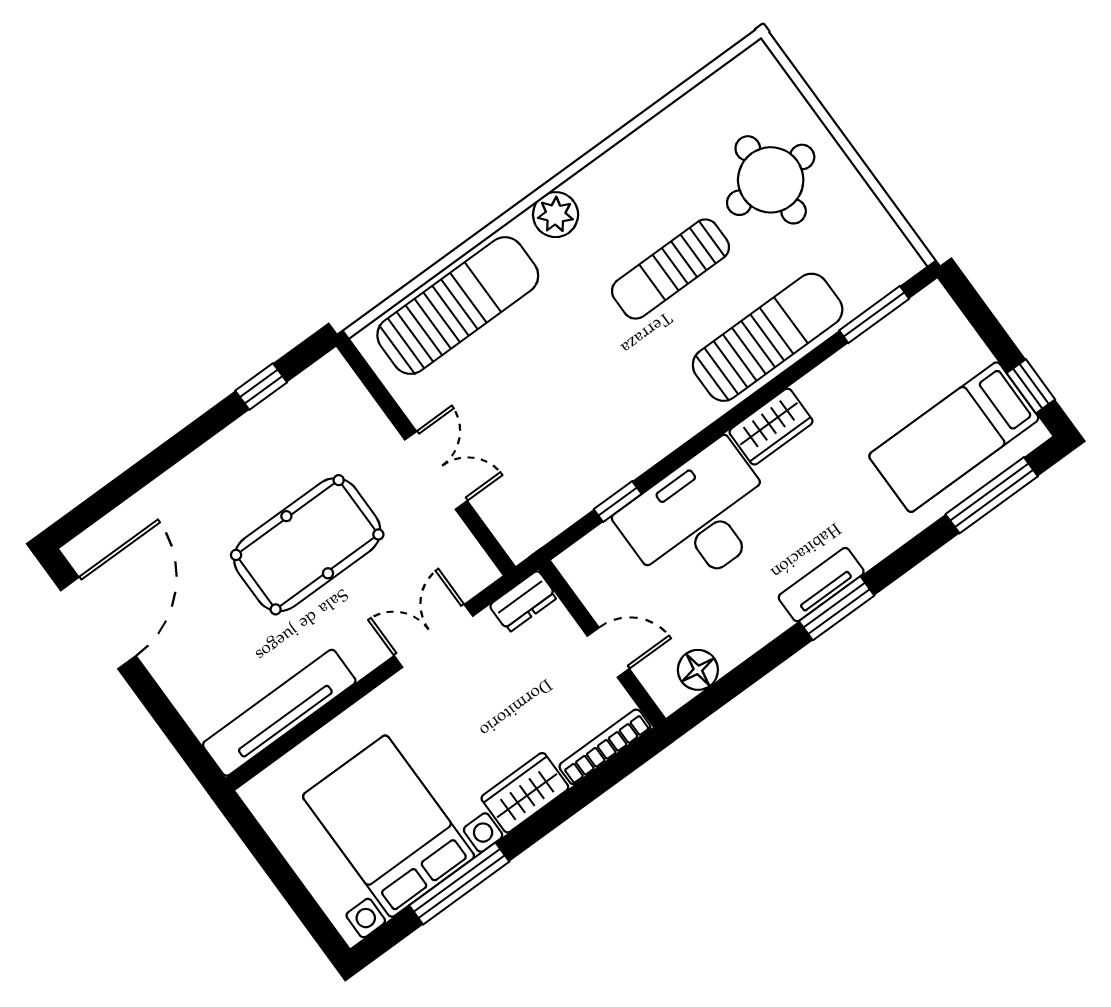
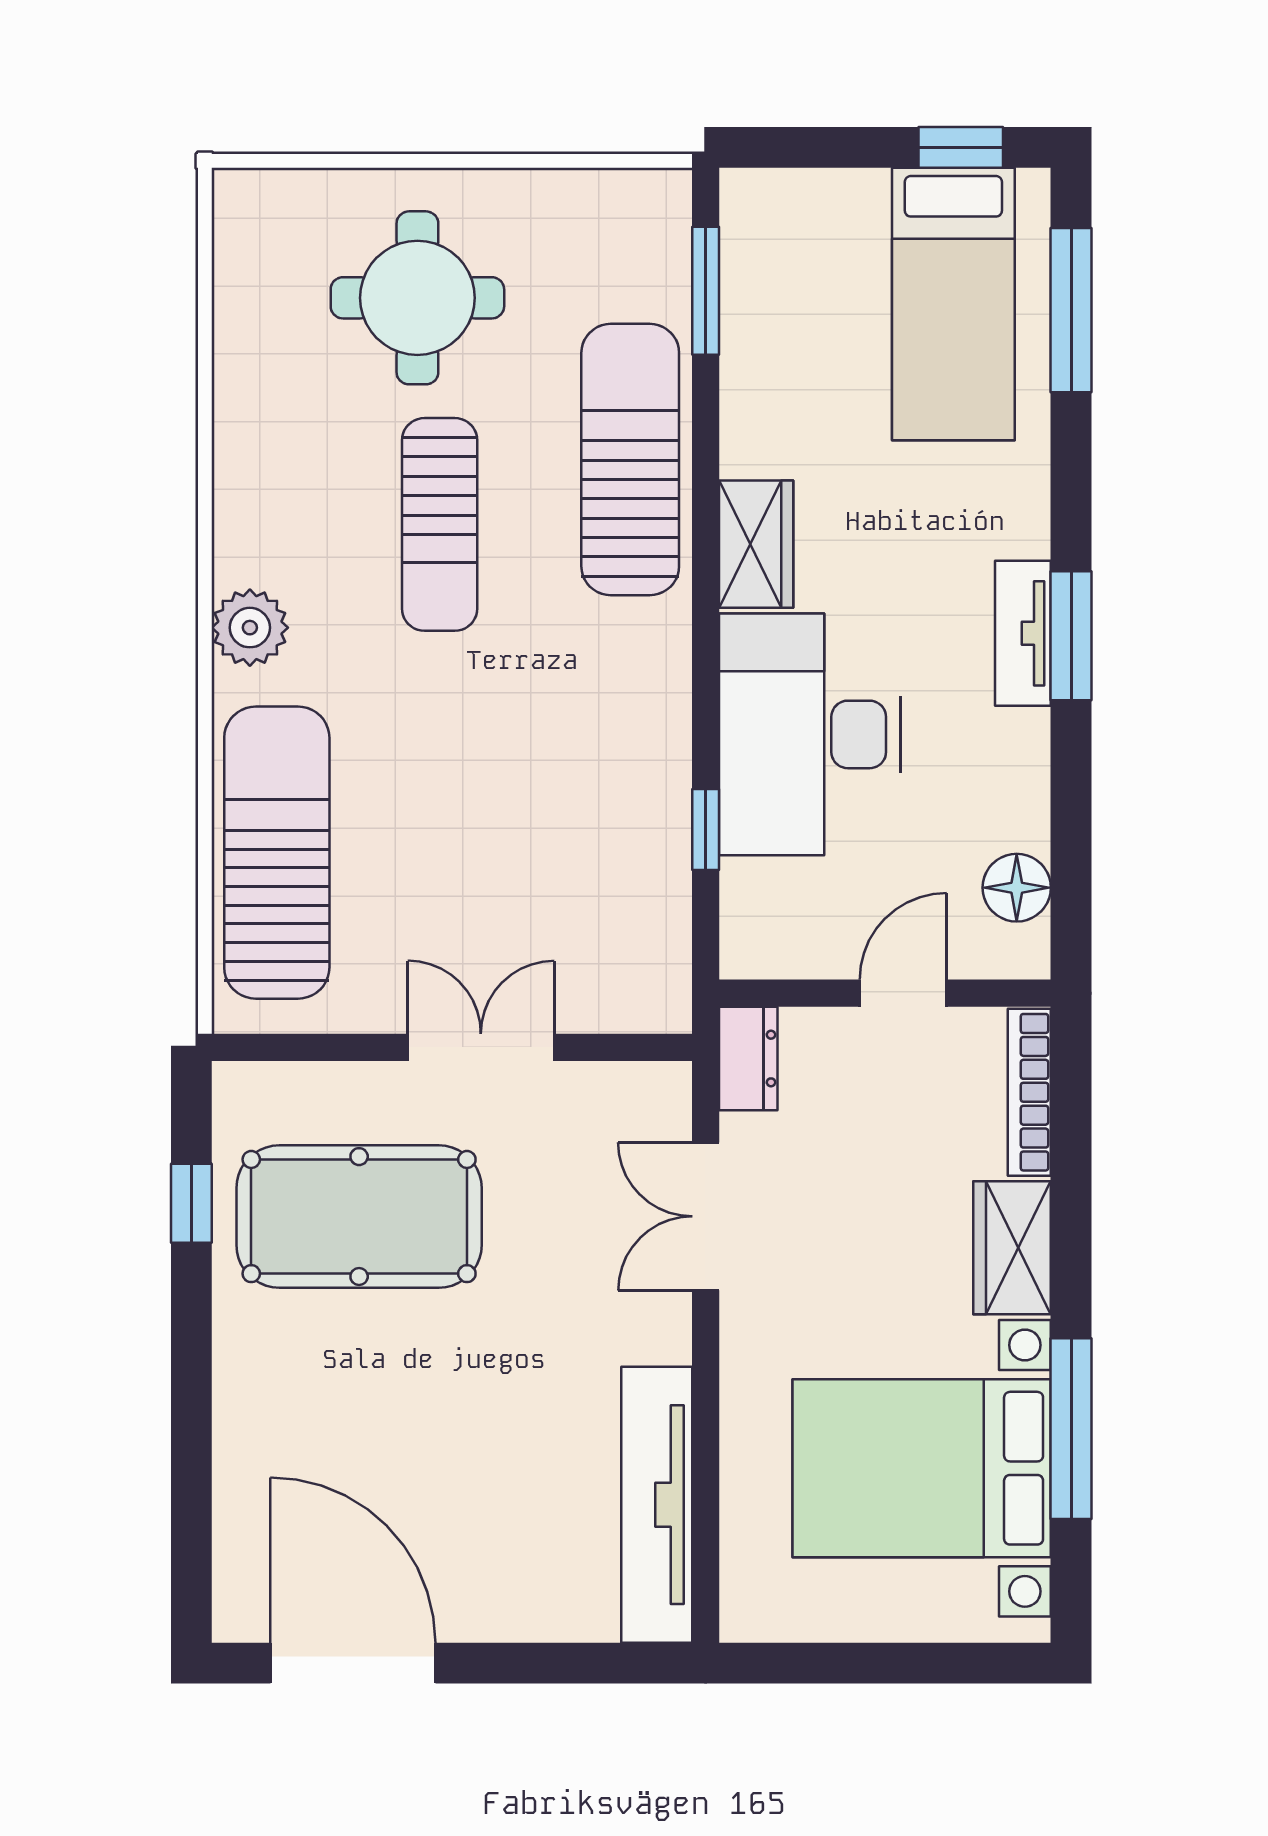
pool table: (307, 545) -> (359, 1217), moved, turned 90

